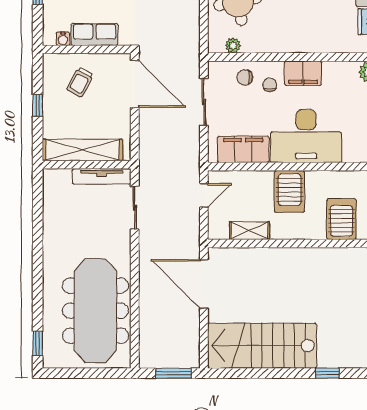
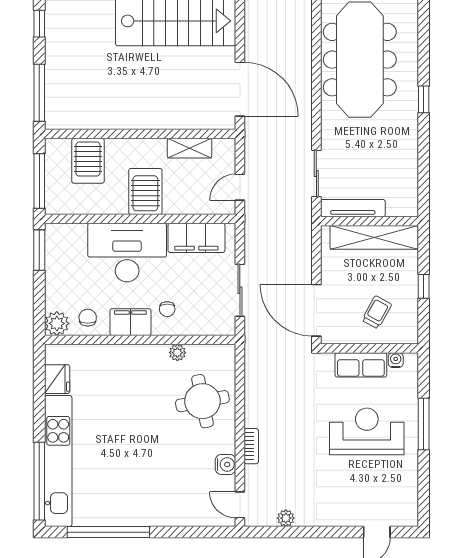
plant: (233, 46) -> (177, 353), moved
chair: (245, 77) -> (88, 318), moved, turned -90
window: (38, 343) -> (424, 99), moved

